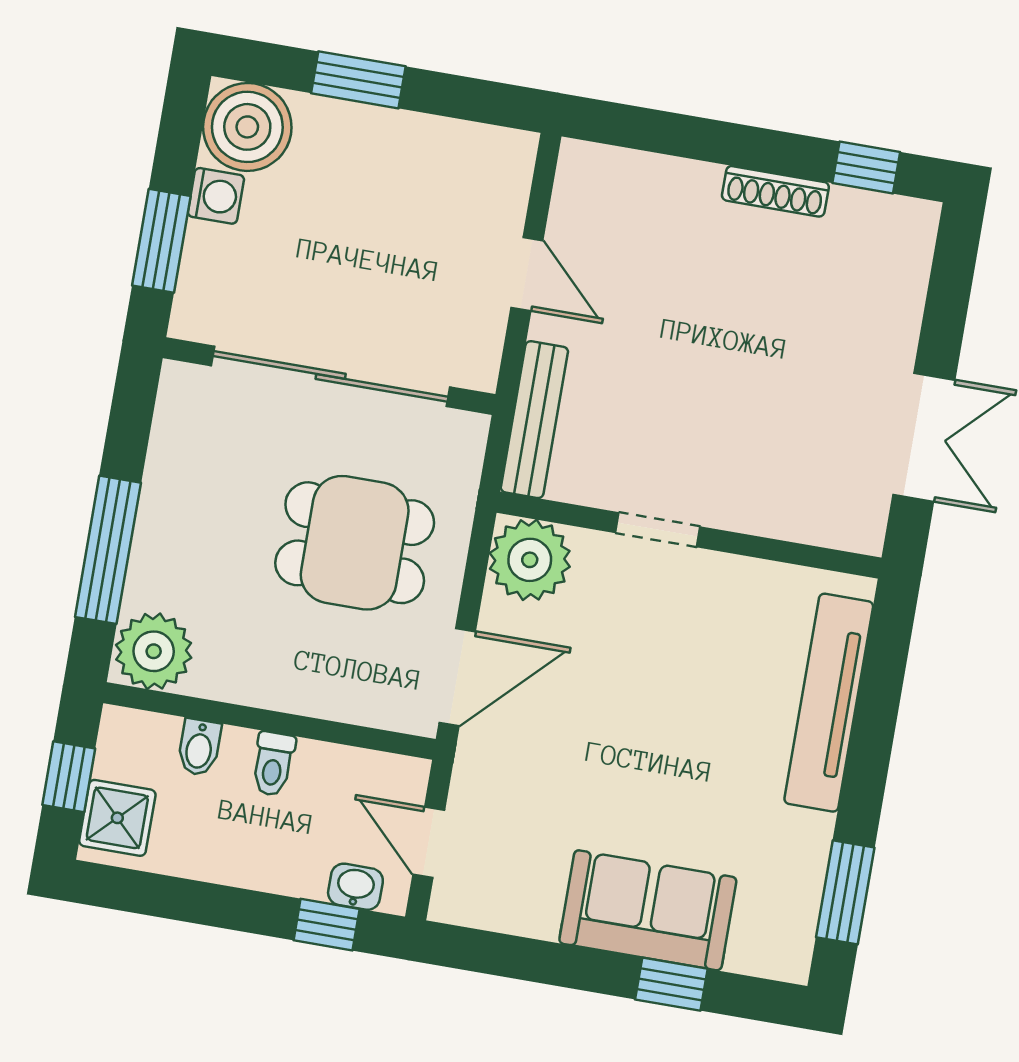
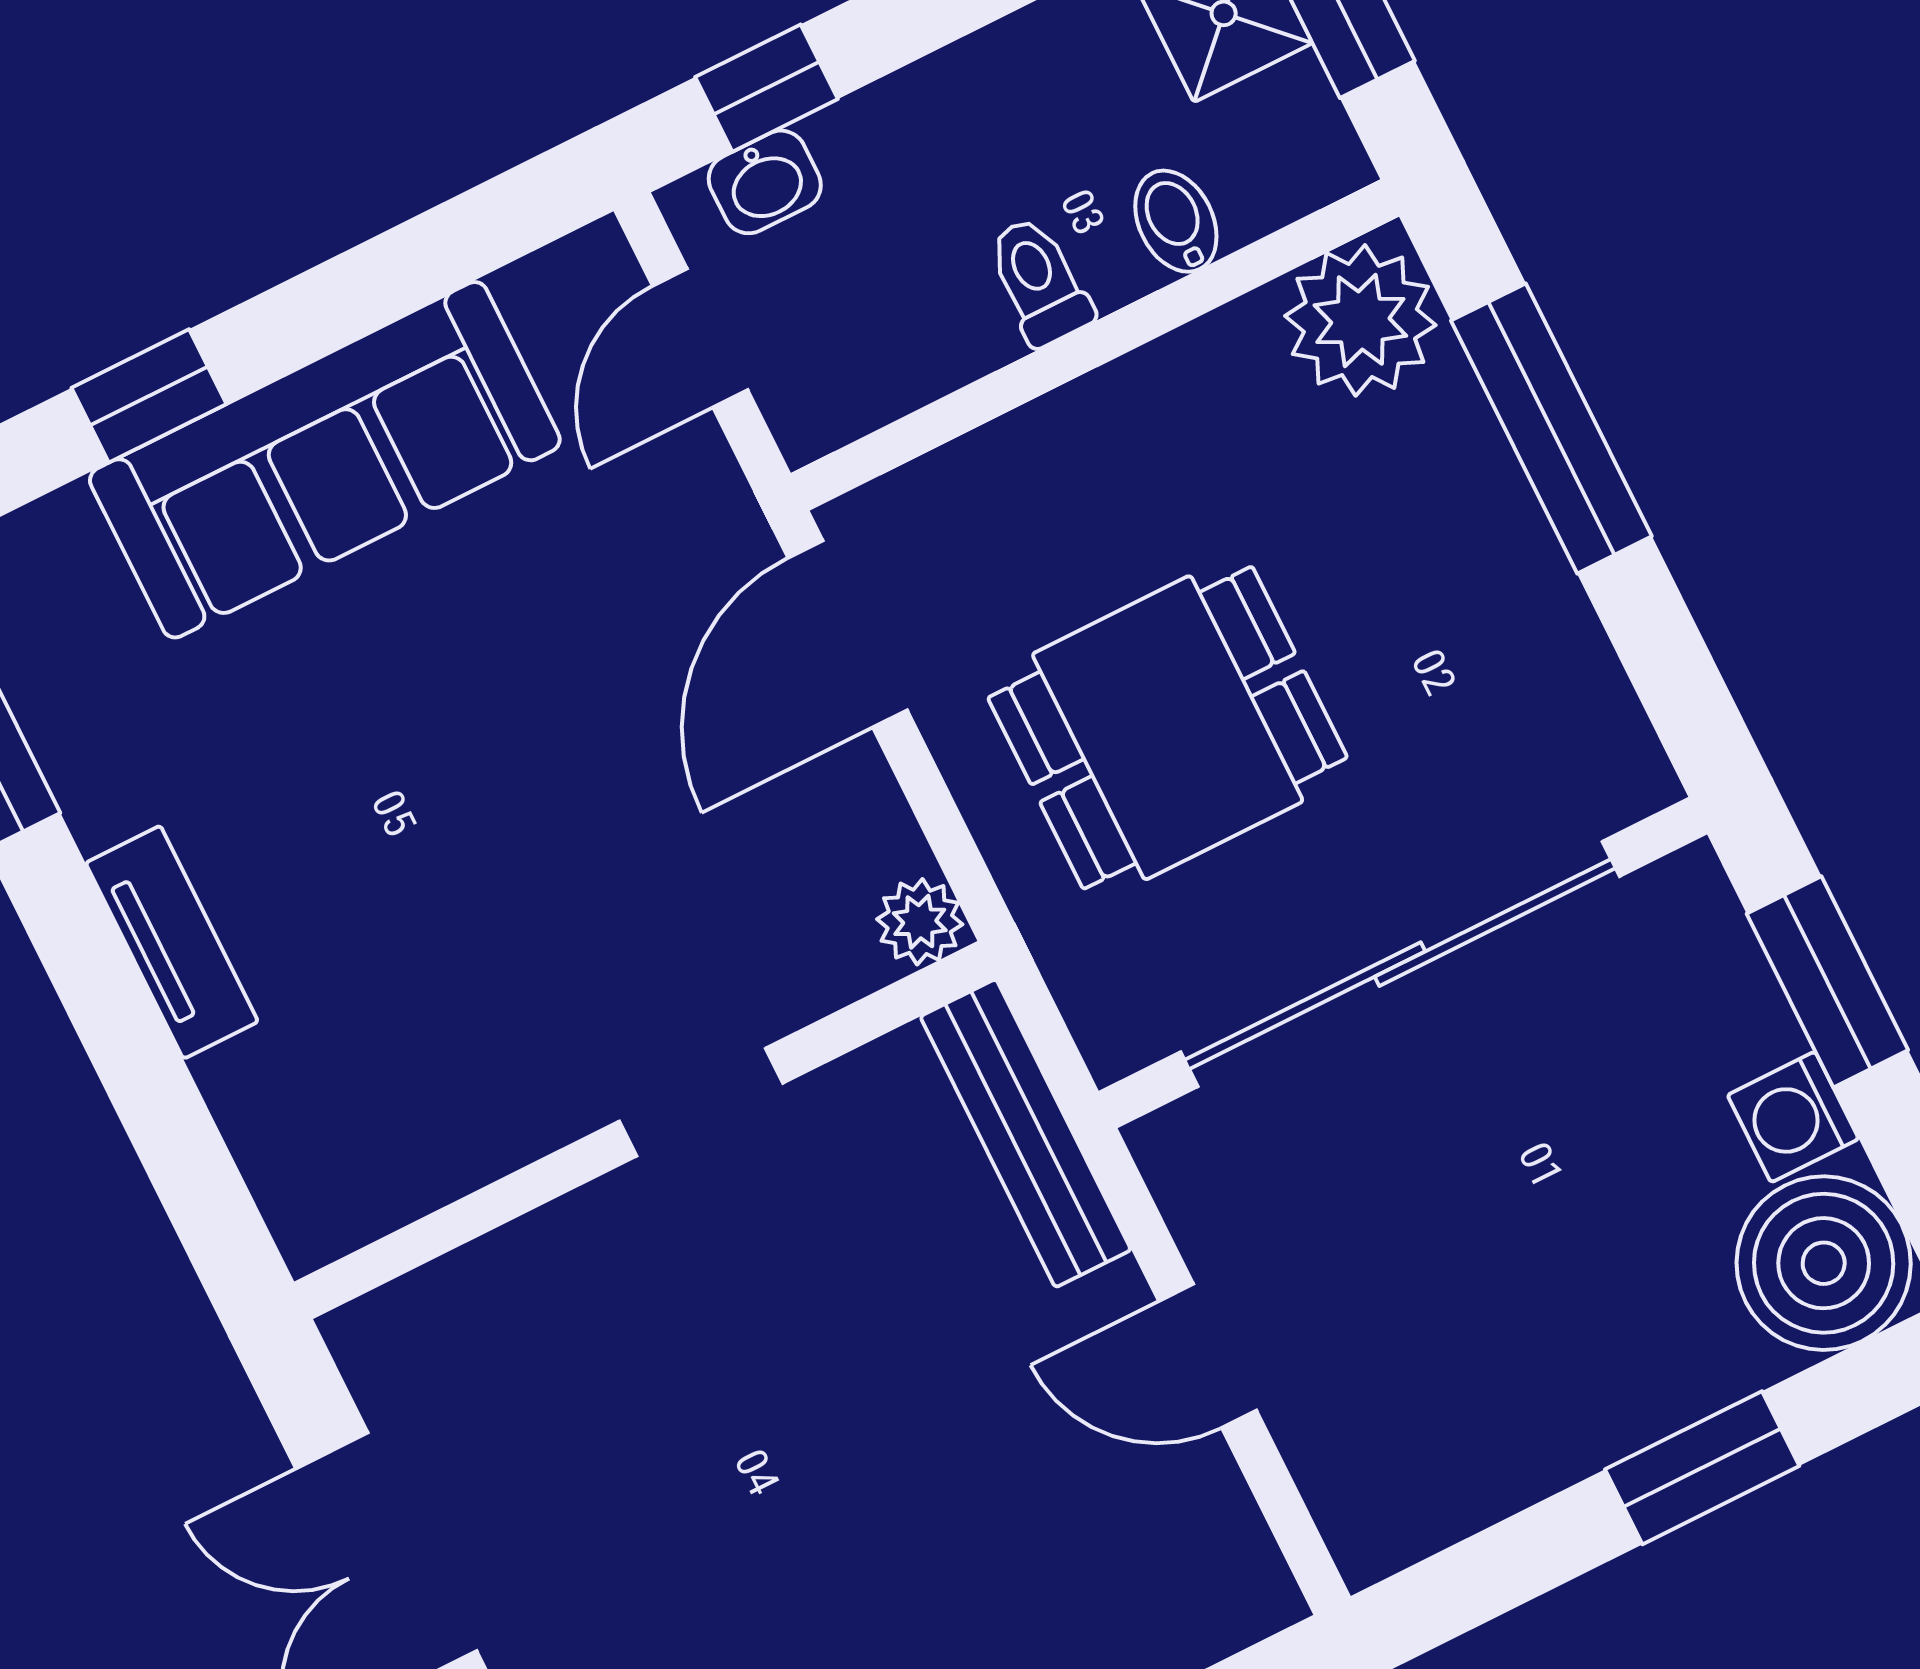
plant: (530, 560) -> (920, 922), width x0.53, depth x0.53
tv unit: (829, 703) -> (172, 942), width x0.52, depth x0.78
door: (429, 842) -> (700, 338), swing flipped
sofa: (648, 910) -> (325, 460), width x1.36

